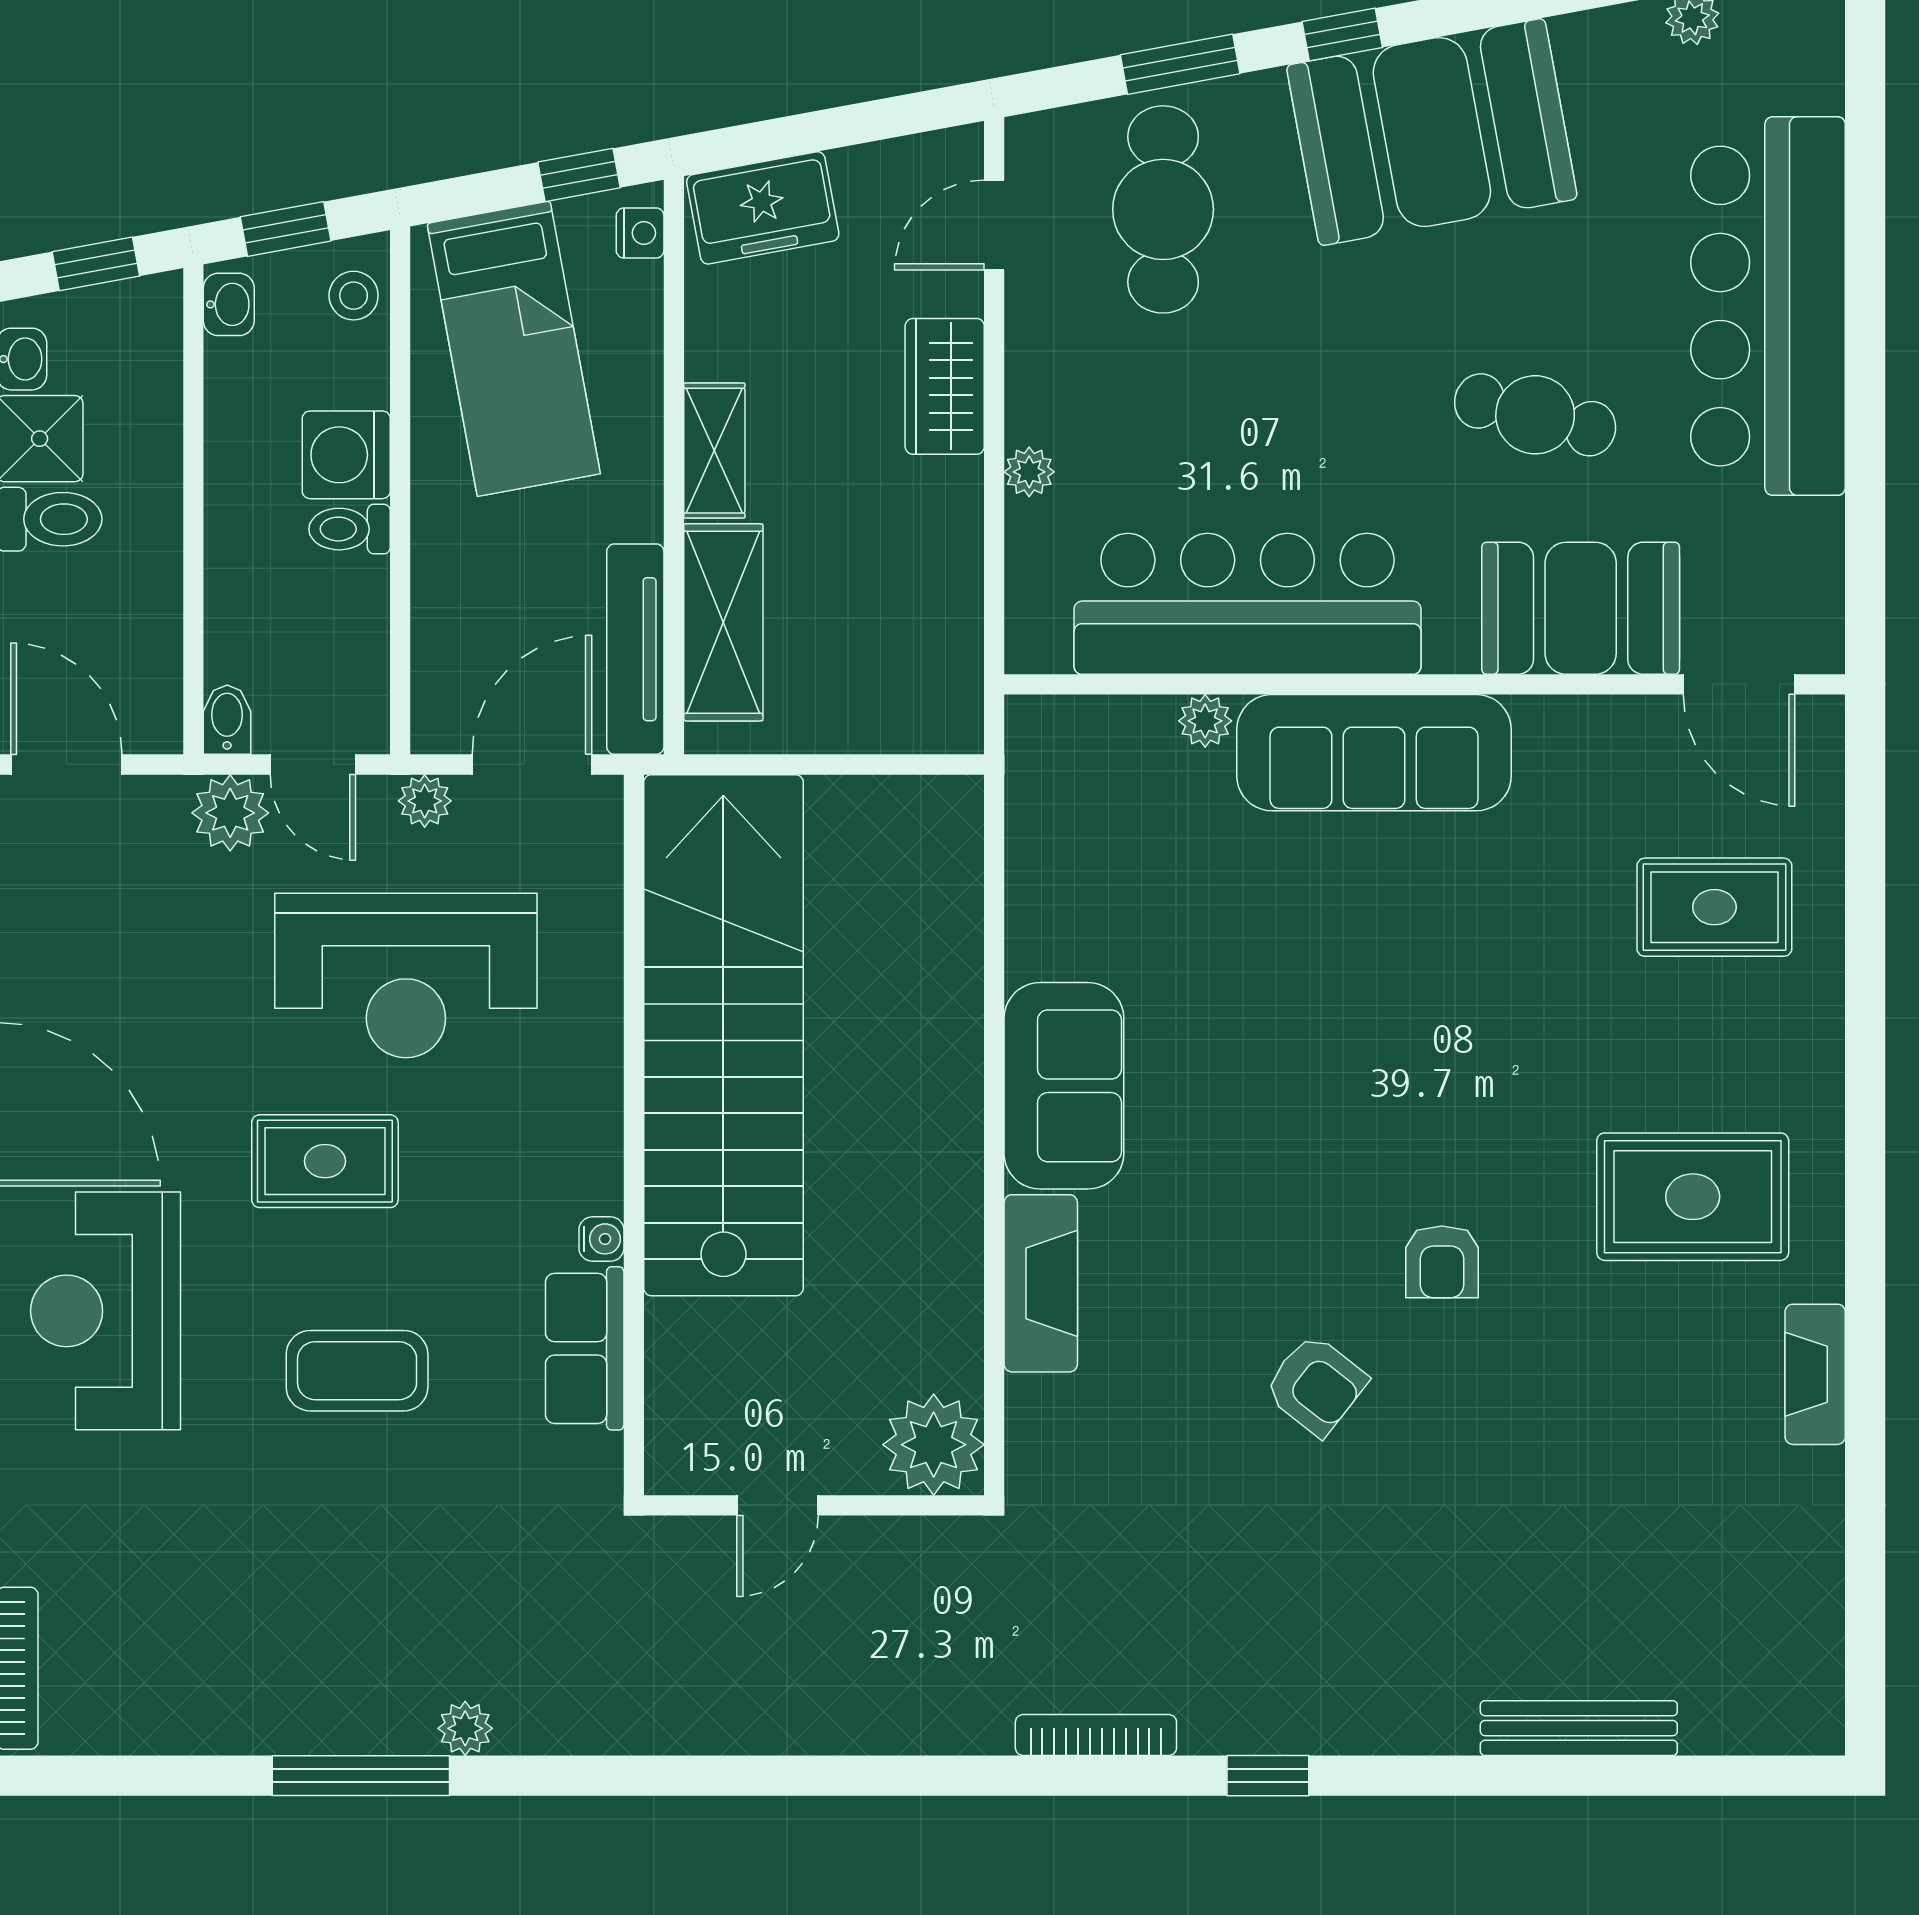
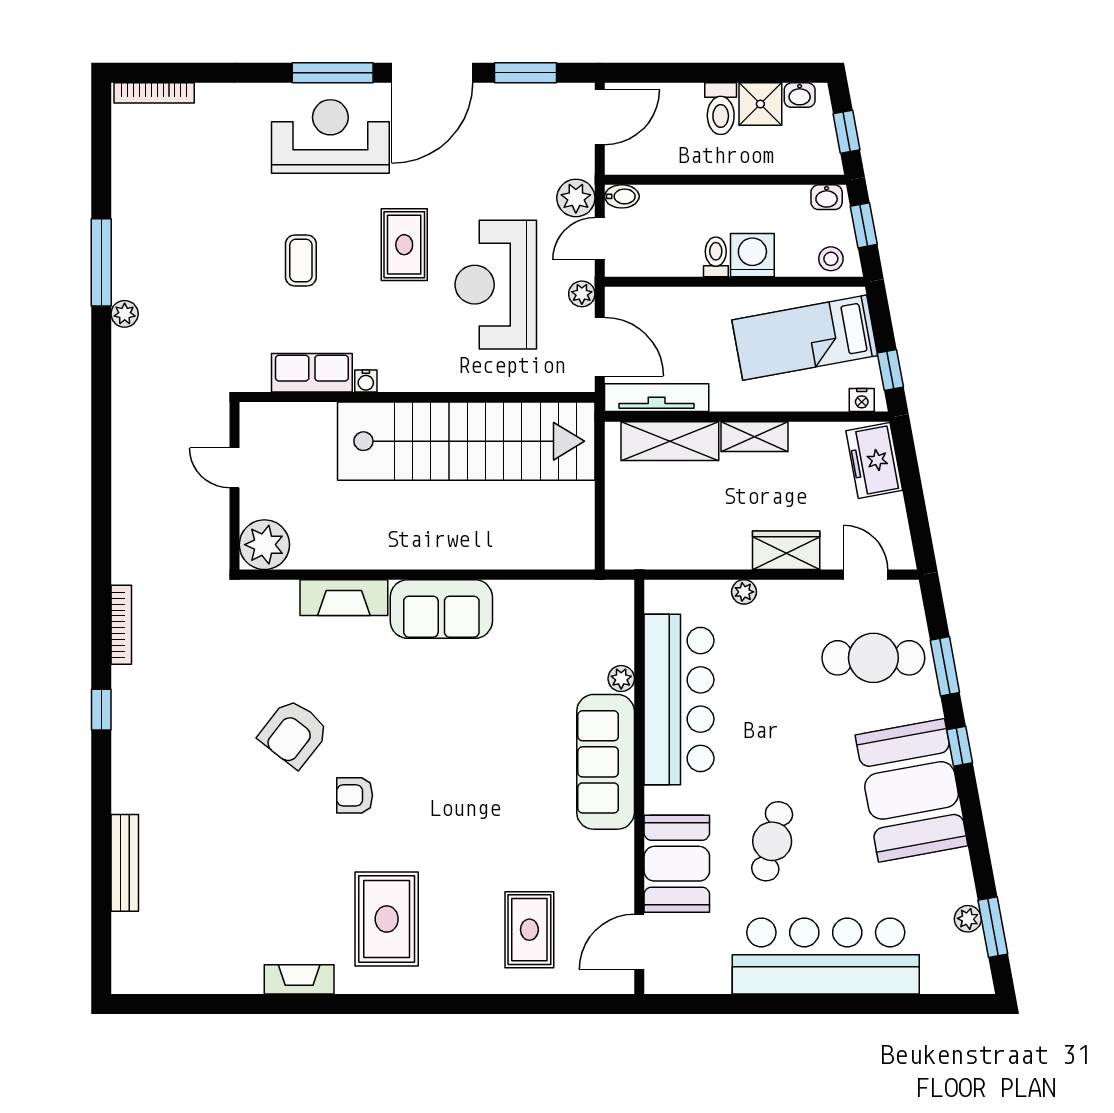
coffee table: (357, 1371) -> (301, 261), width x0.73, depth x0.77
armchair: (1316, 1385) -> (294, 733), width x1.38, depth x1.38

